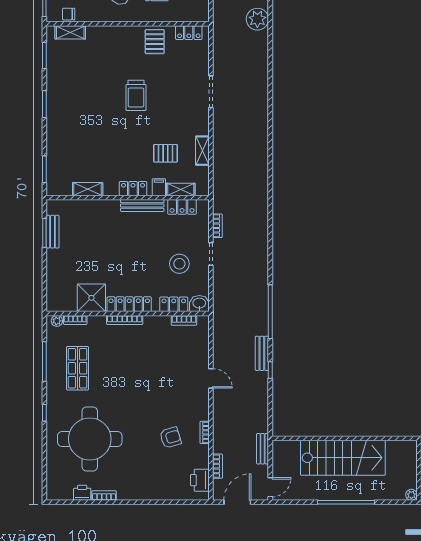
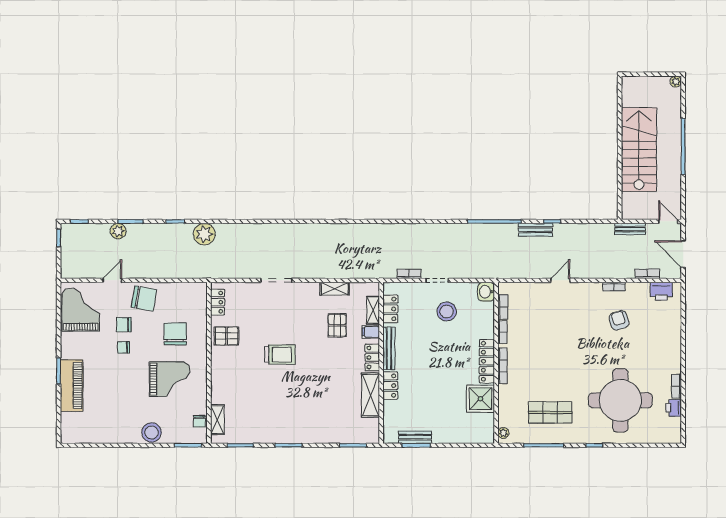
shelving: (88, 189) -> (370, 395), width x1.50, depth x1.33
locker: (174, 304) -> (390, 386), moved, turned 180
bookcase: (75, 320) -> (502, 332), moved

